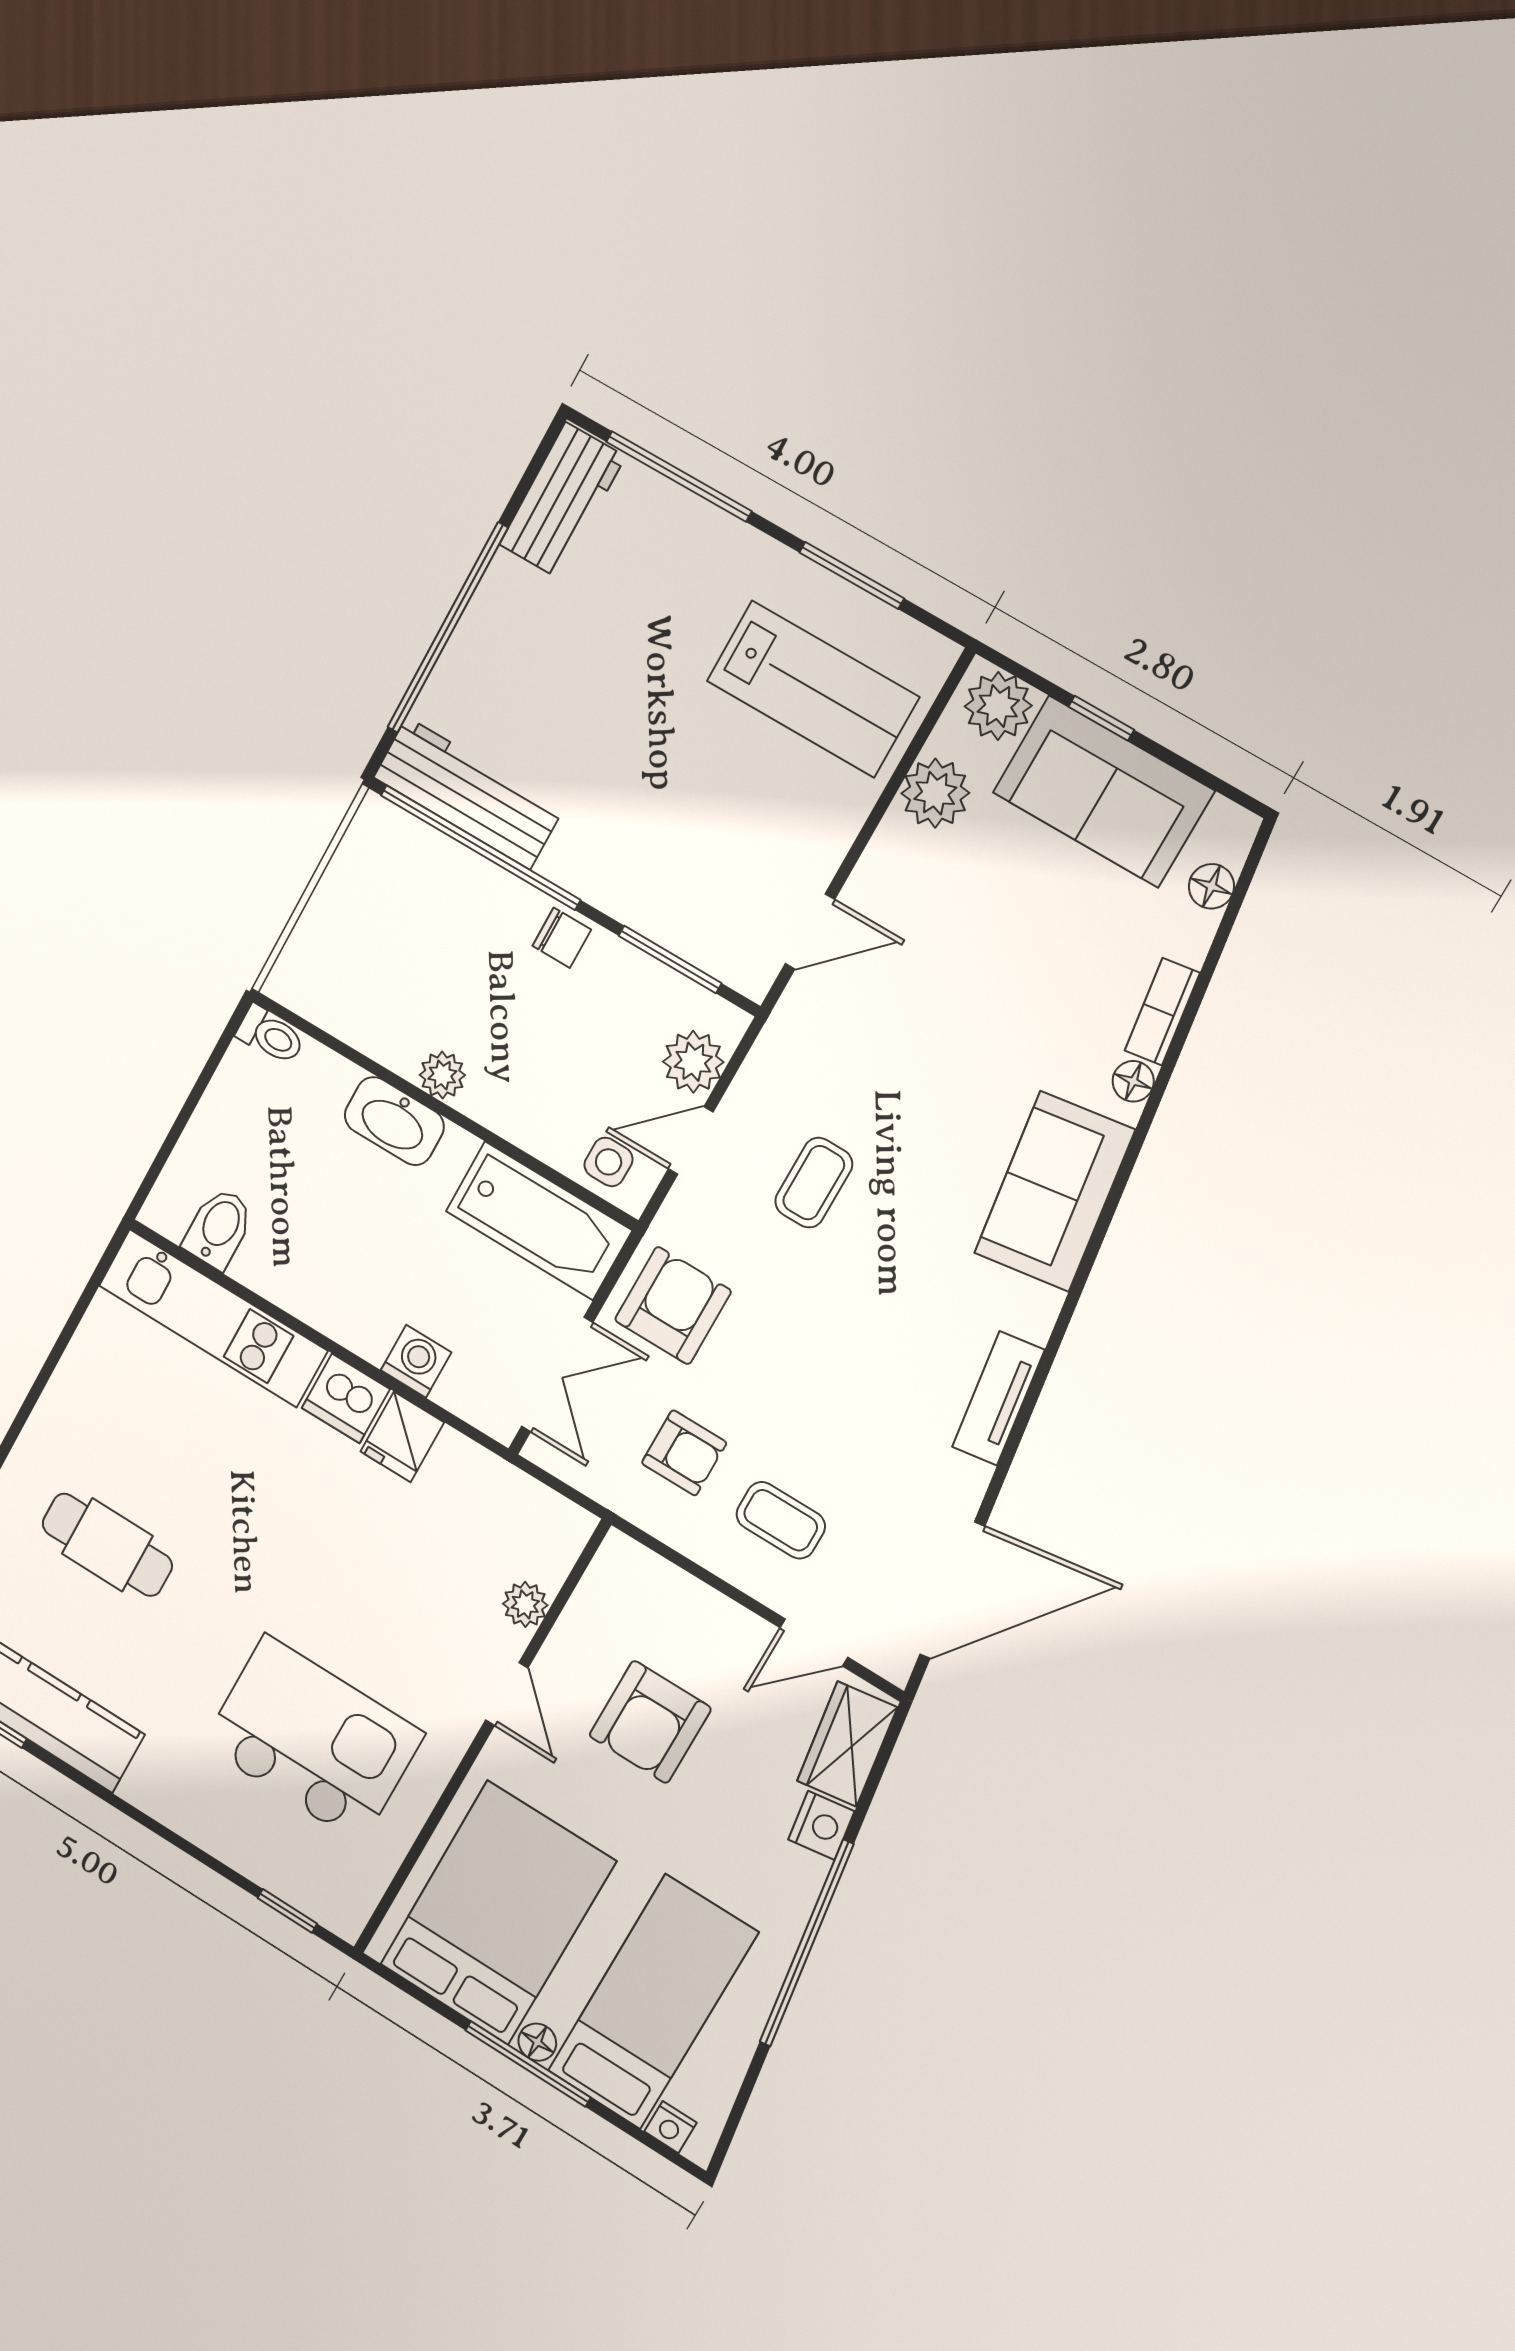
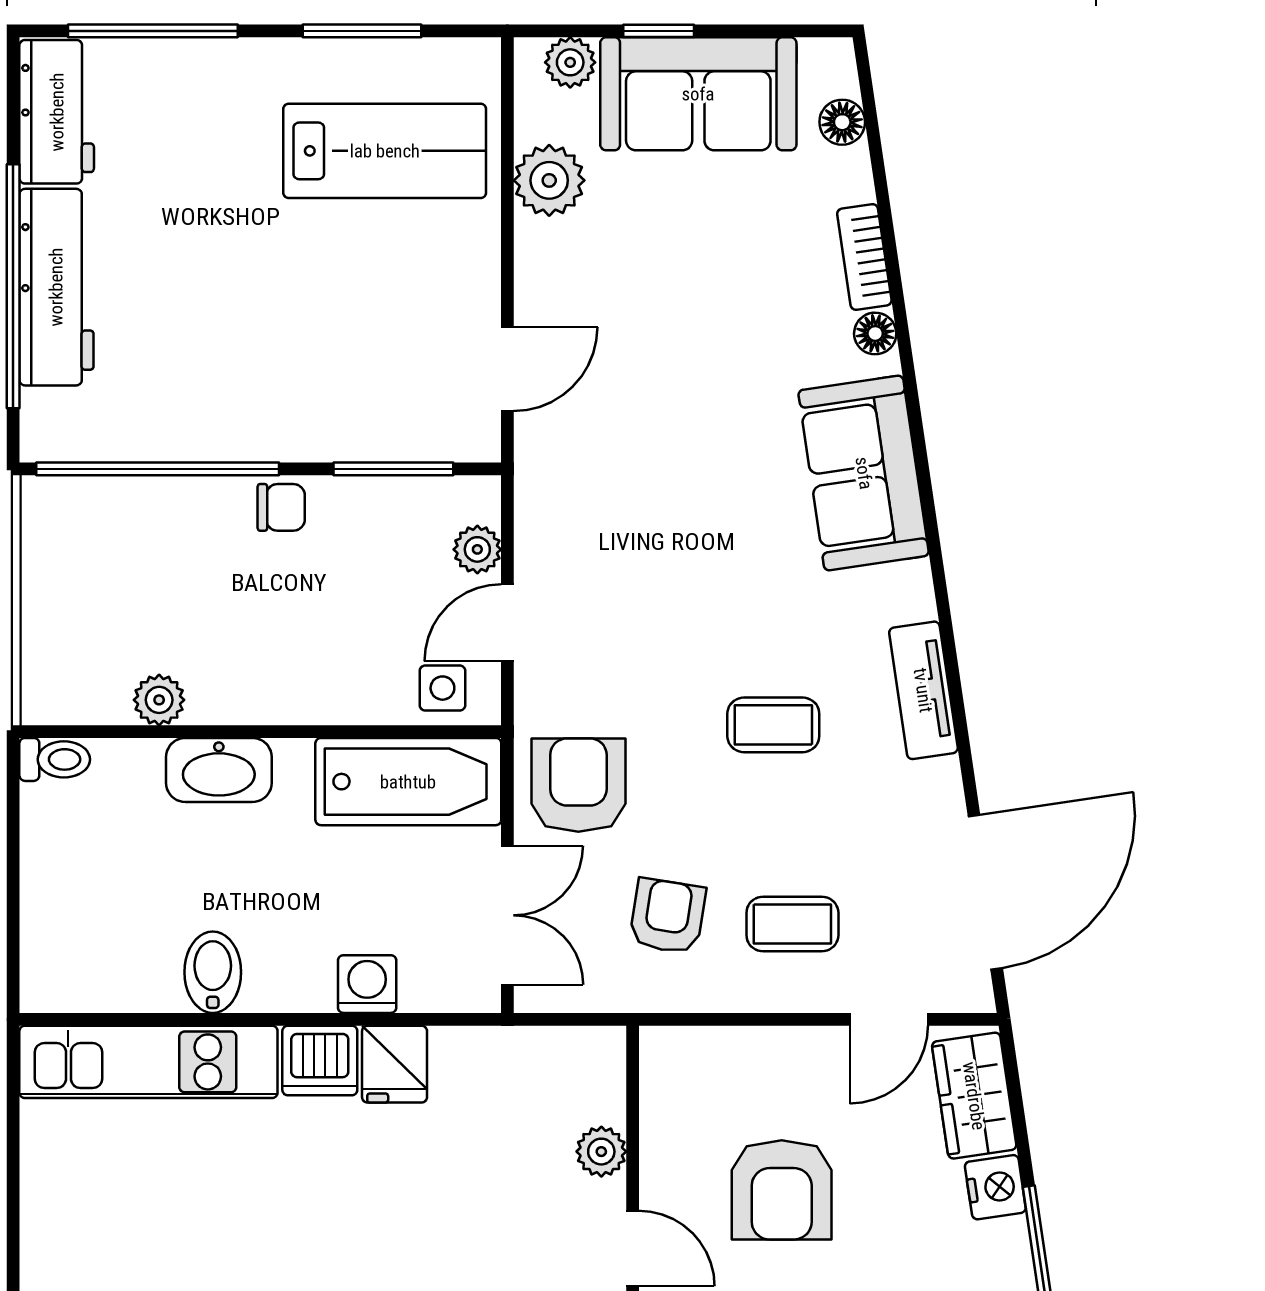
plant: (998, 706) -> (570, 62), width x0.73, depth x0.73
workbench: (468, 793) -> (56, 287), moved, turned 90
plant: (693, 1062) -> (477, 549), width x0.73, depth x0.73
plant: (442, 1075) -> (159, 700), moved
coffee table: (814, 1183) -> (773, 725), moved, turned 90
bidet: (219, 1228) -> (213, 972), moved
armchair: (684, 1453) -> (667, 916), turned -81

